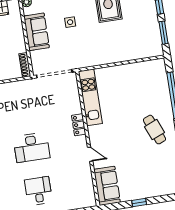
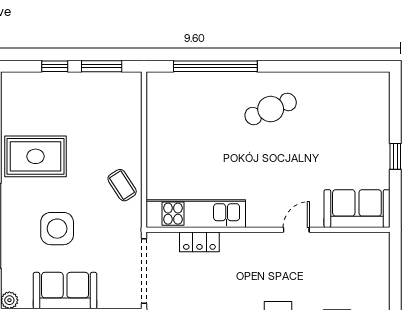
side table: (70, 22) -> (57, 229), width x1.87, depth x1.87
coffee table: (100, 54) -> (122, 185), added
locker: (79, 125) -> (199, 242), moved

